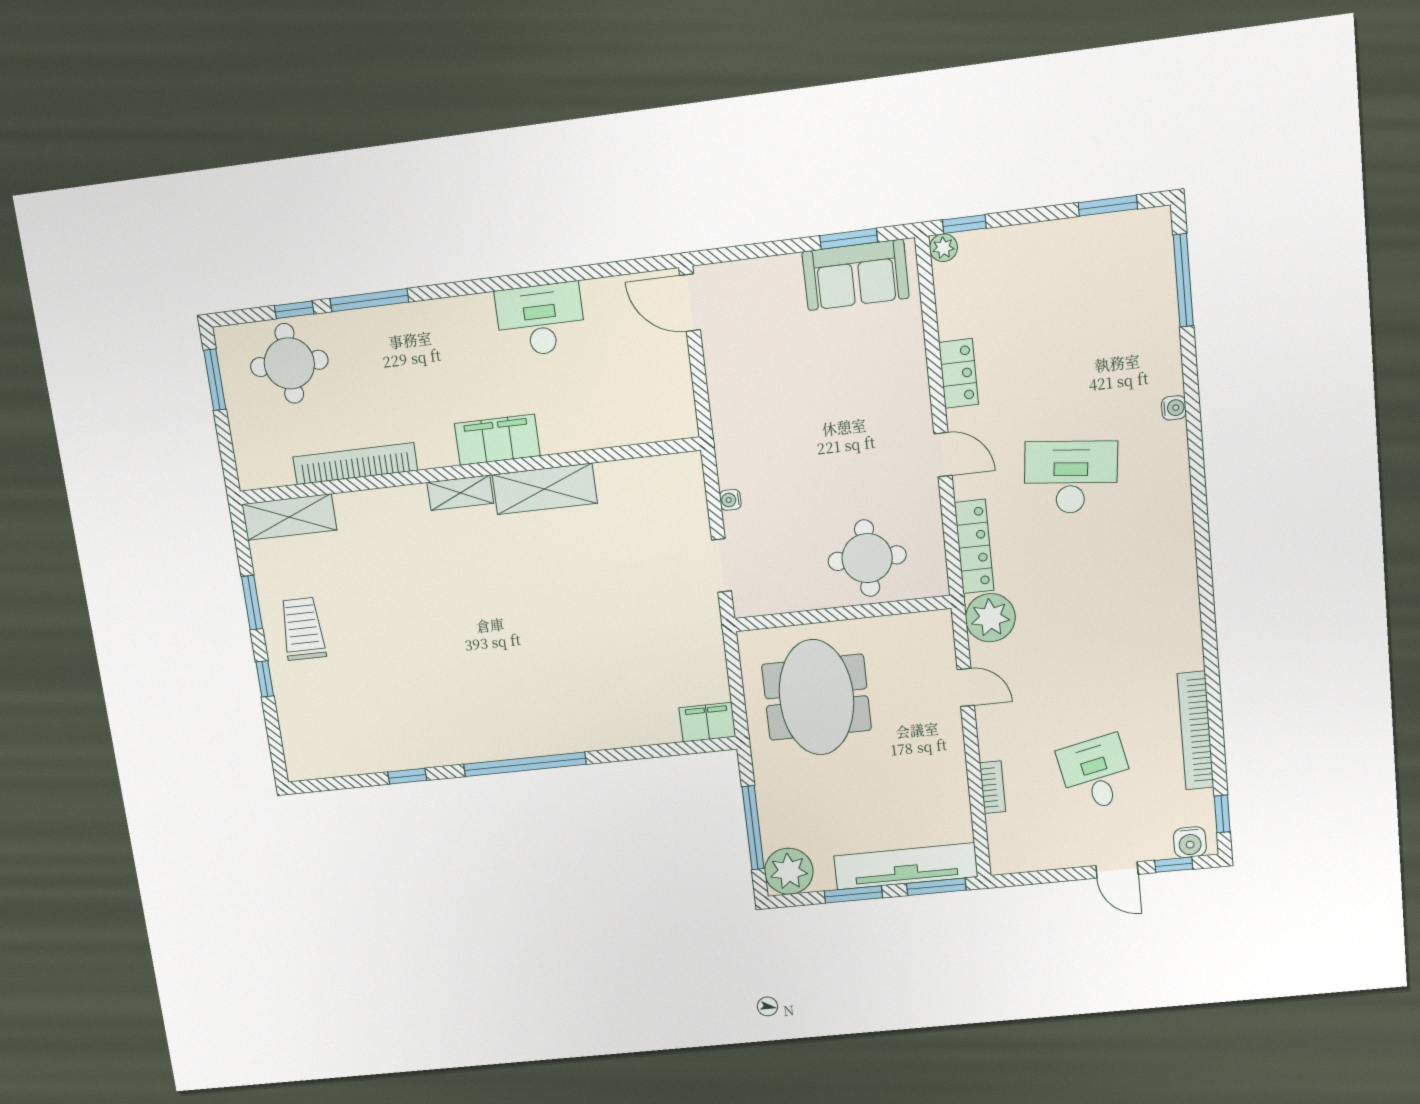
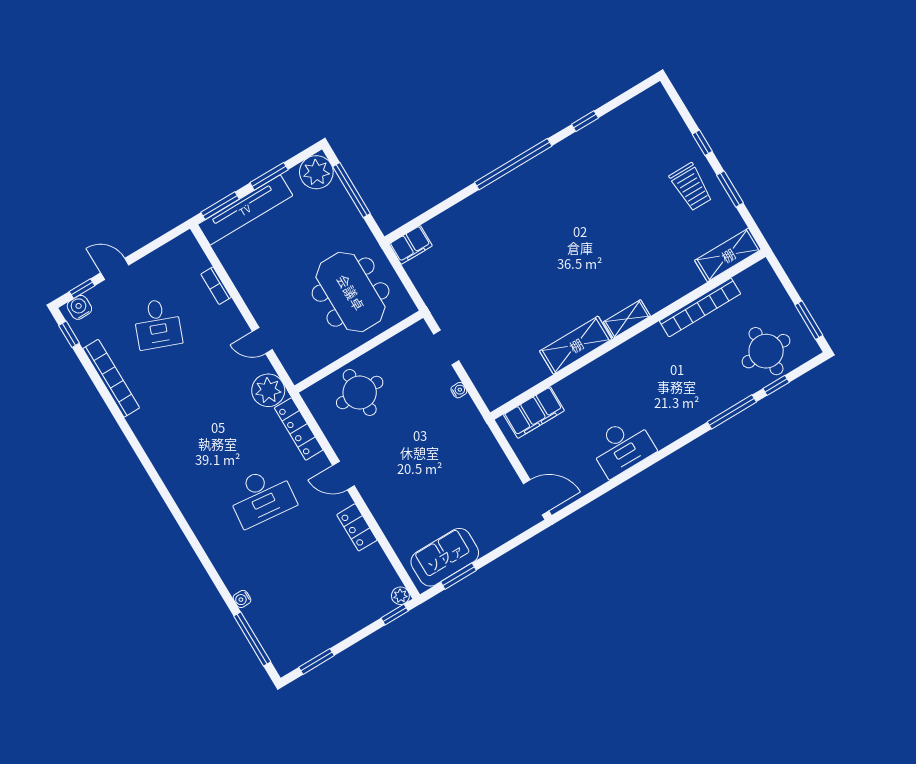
water cooler: (1174, 408) -> (242, 599), moved
filing cabinet: (497, 440) -> (534, 413), moved
desk: (1096, 773) -> (158, 324), turned 33

